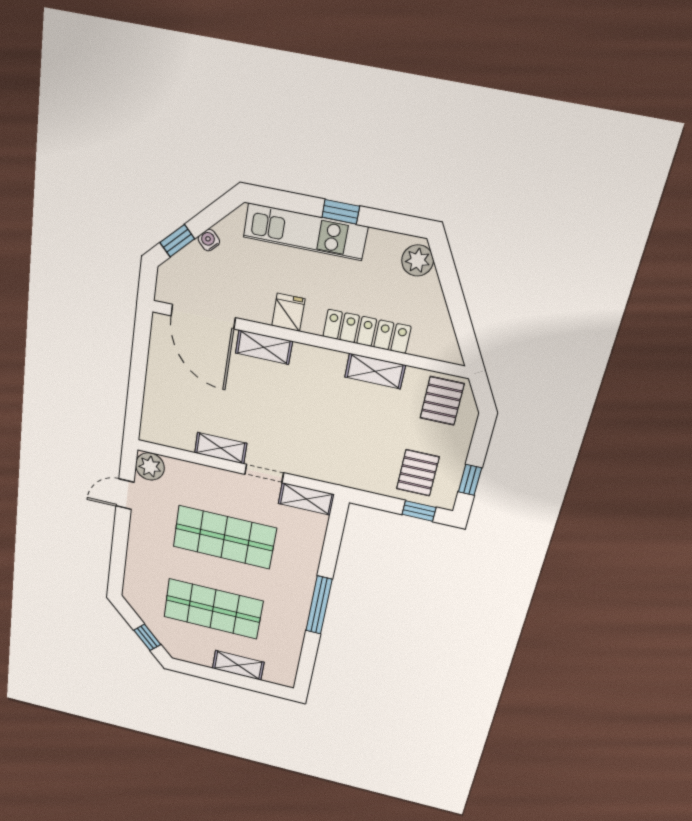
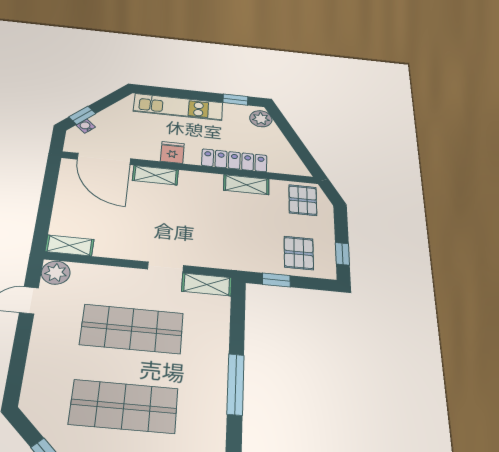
window: (341, 212) -> (235, 99), moved
water cooler: (209, 240) -> (86, 126), moved
shelving: (221, 448) -> (70, 245), moved
window: (419, 511) -> (276, 280), moved

